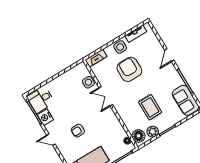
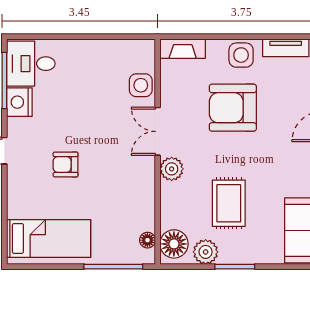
armchair: (129, 69) -> (233, 108), turned -90
plant: (120, 107) -> (172, 169), added

